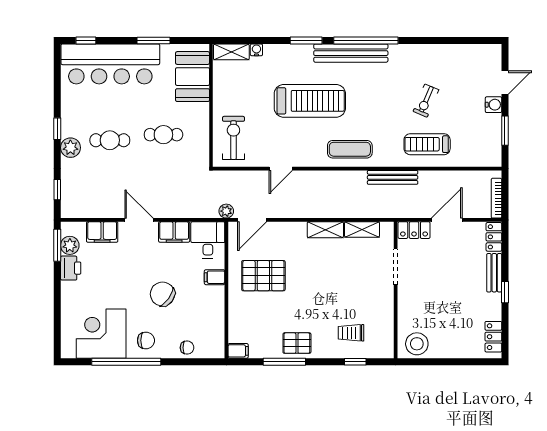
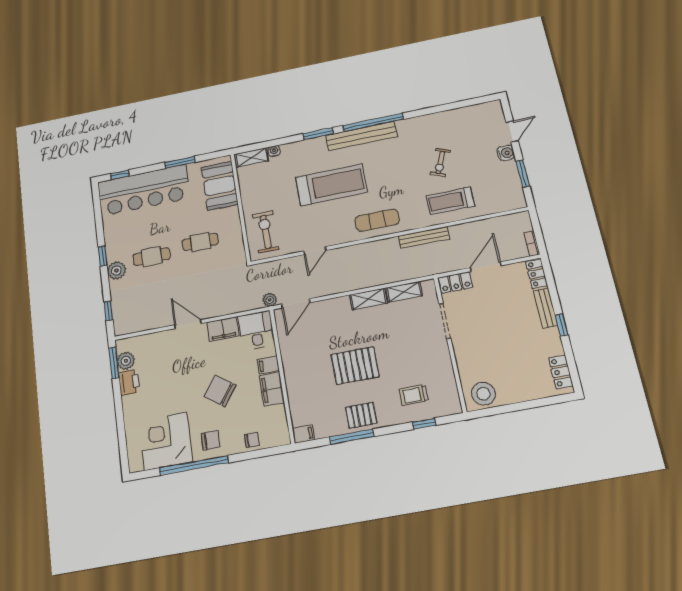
bookcase: (496, 198) -> (532, 243), width x0.64
filing cabinet: (102, 232) -> (272, 389), moved, turned 90
pallet: (263, 276) -> (355, 366), moved

